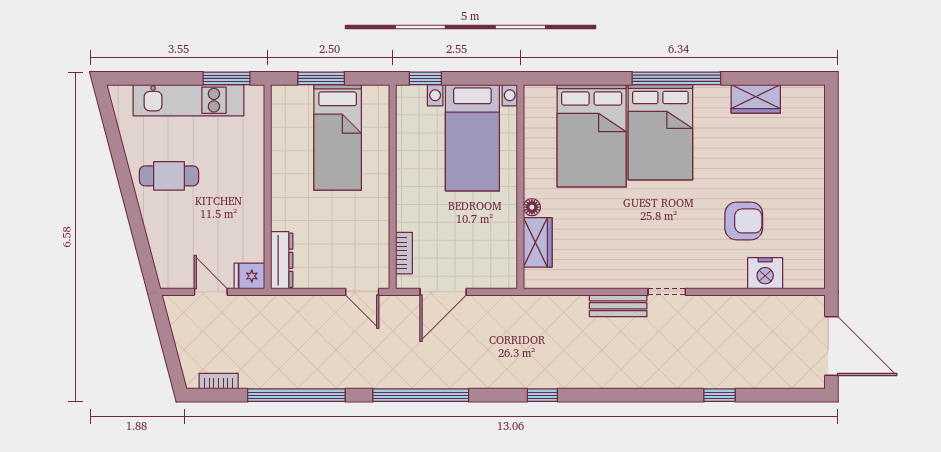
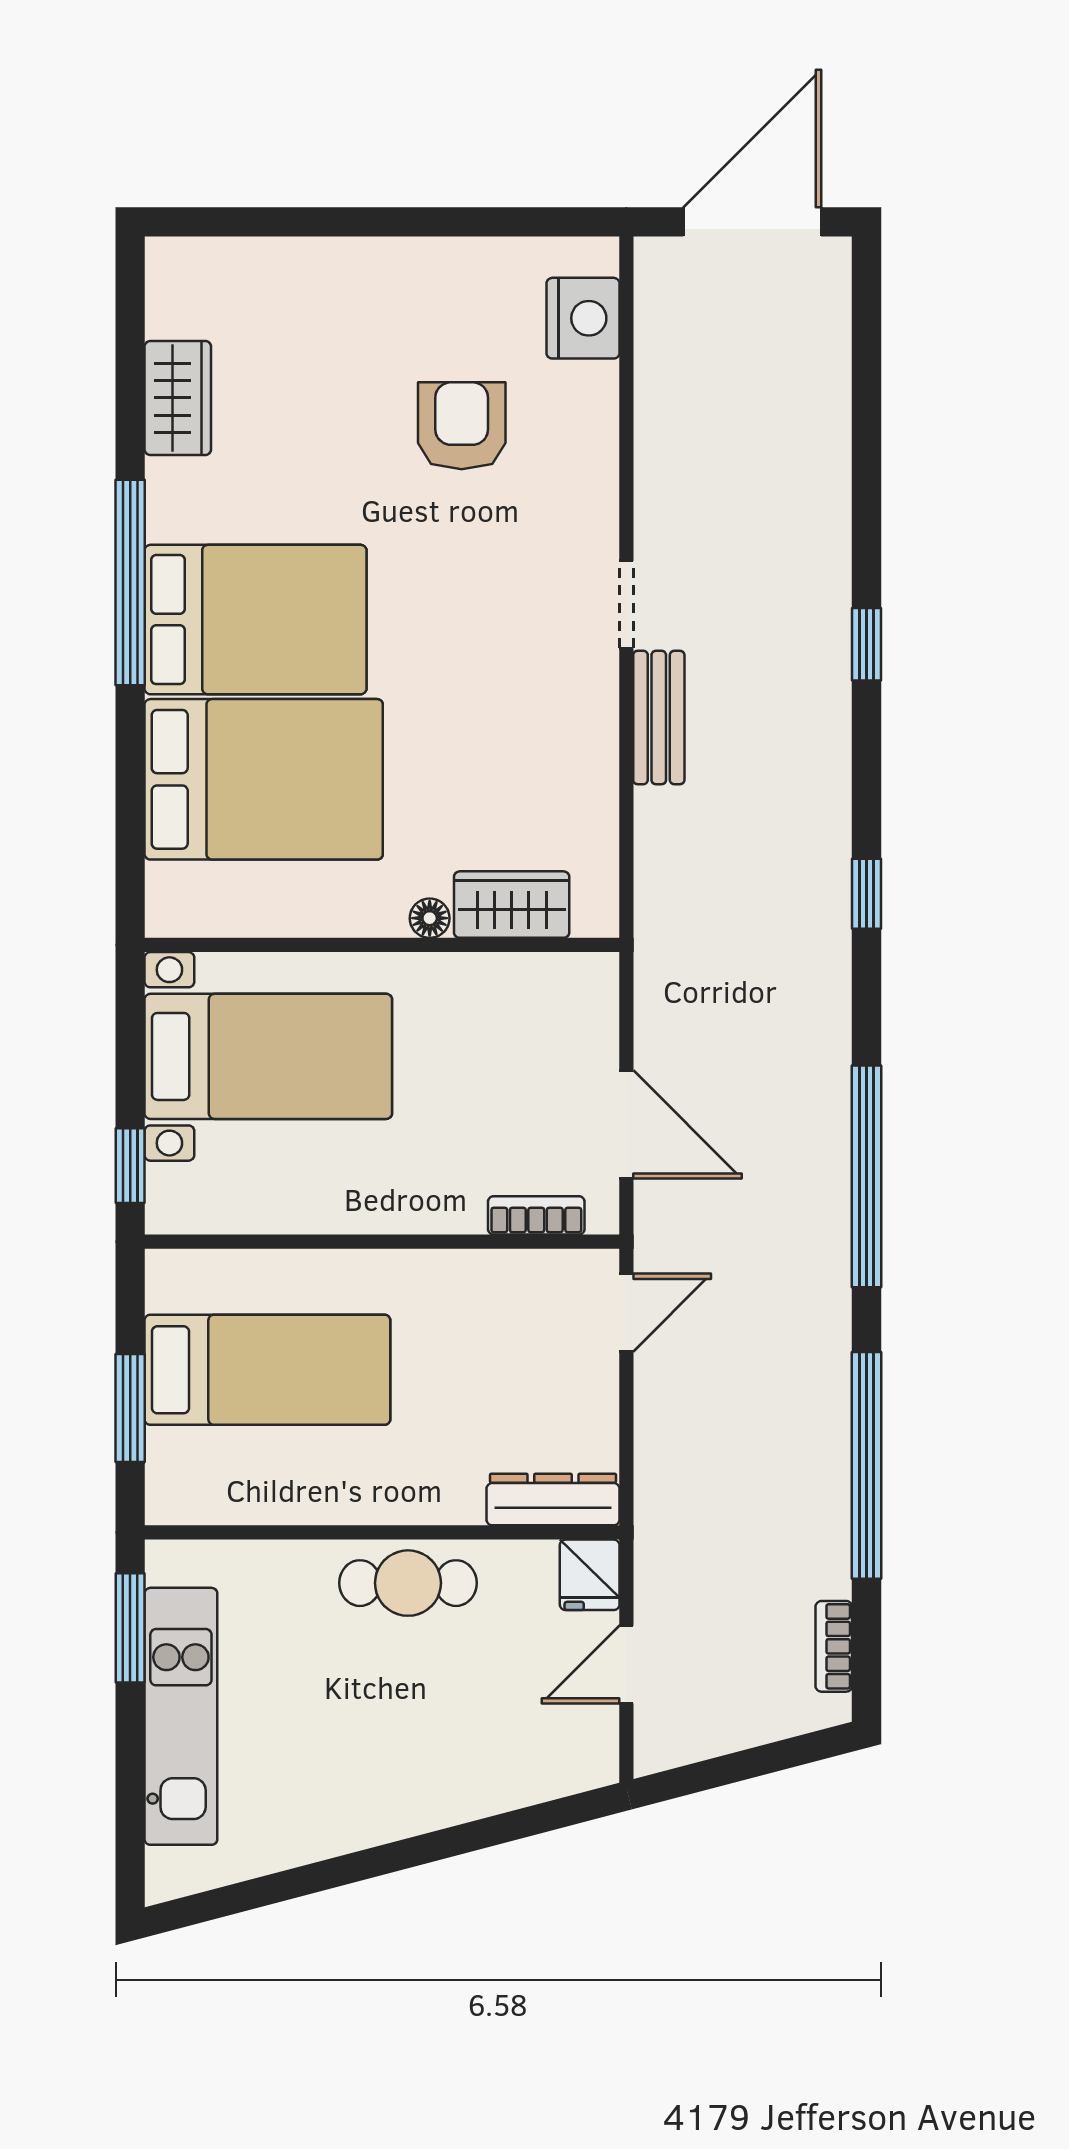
cafe table: (169, 176) -> (408, 1583), moved, turned 90
nightstand: (765, 273) -> (583, 318), moved
window: (720, 395) -> (867, 644), moved

